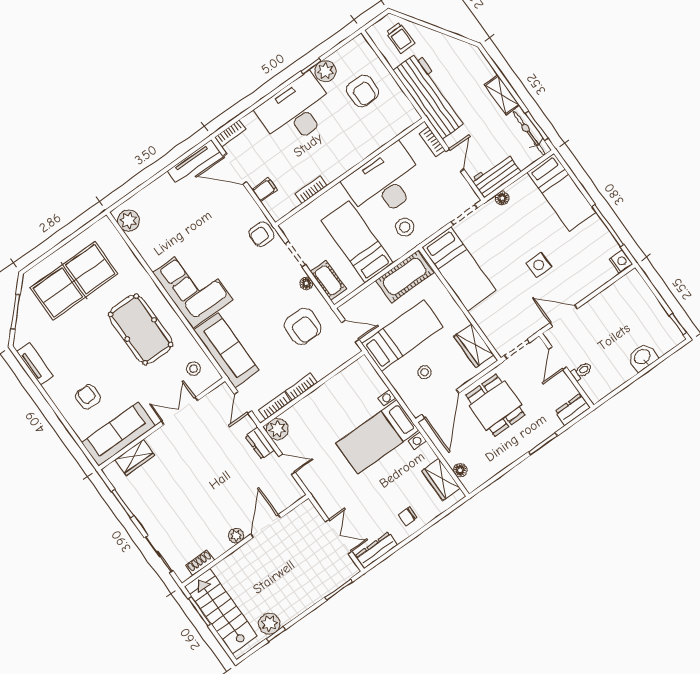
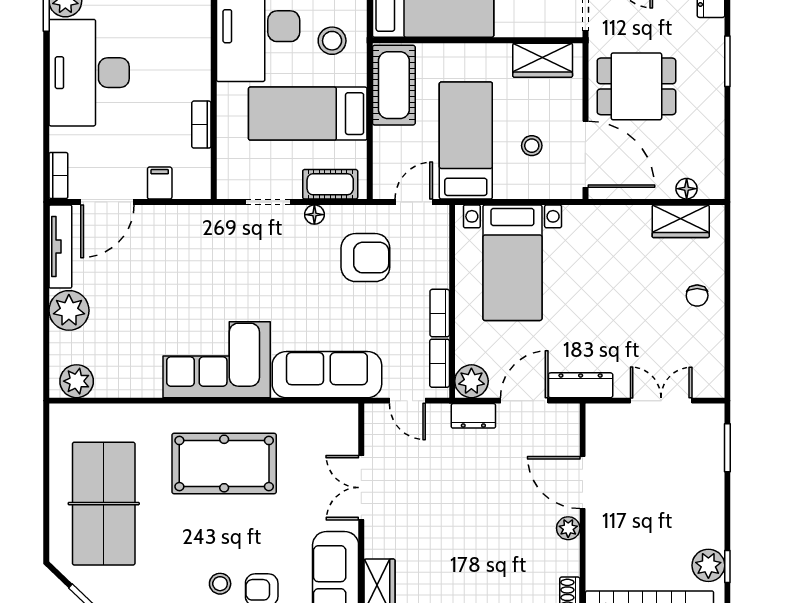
plant: (163, 190) -> (69, 310), added
armchair: (262, 234) -> (213, 227), removed
stool: (193, 369) -> (220, 584), moved
bed with nightstands: (377, 437) -> (512, 263), moved
door: (287, 464) -> (524, 401), width x1.38
dresser: (376, 550) -> (581, 385), moved, turned 90

